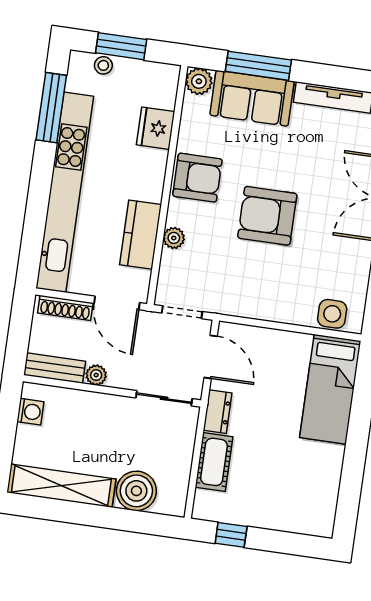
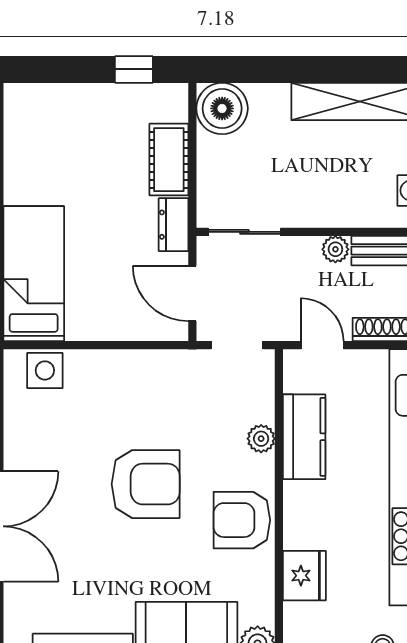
door: (117, 303) -> (322, 345), width x0.73
boiler: (136, 491) -> (222, 108), moved

